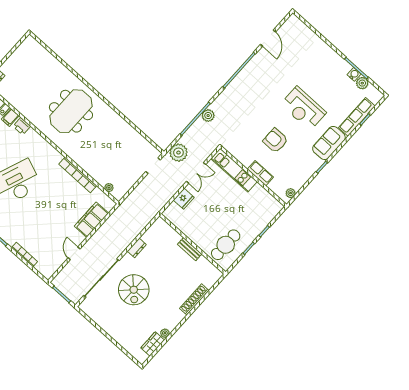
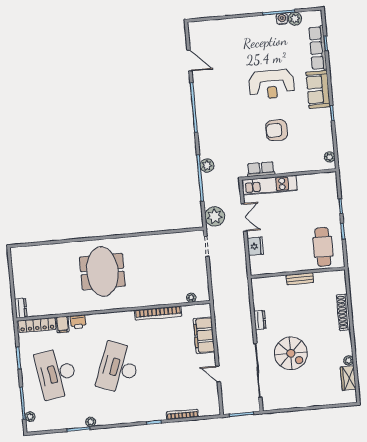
row of seats: (260, 173) -> (261, 169), moved

